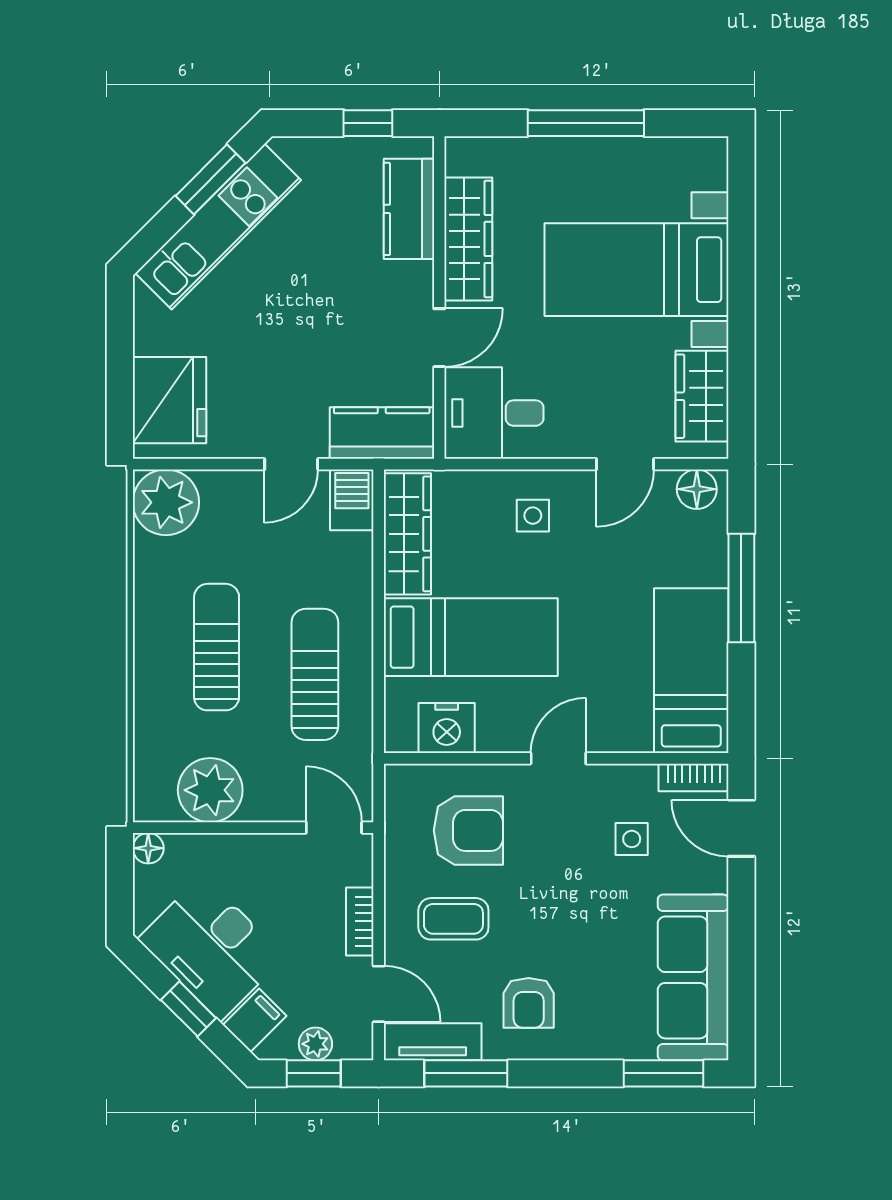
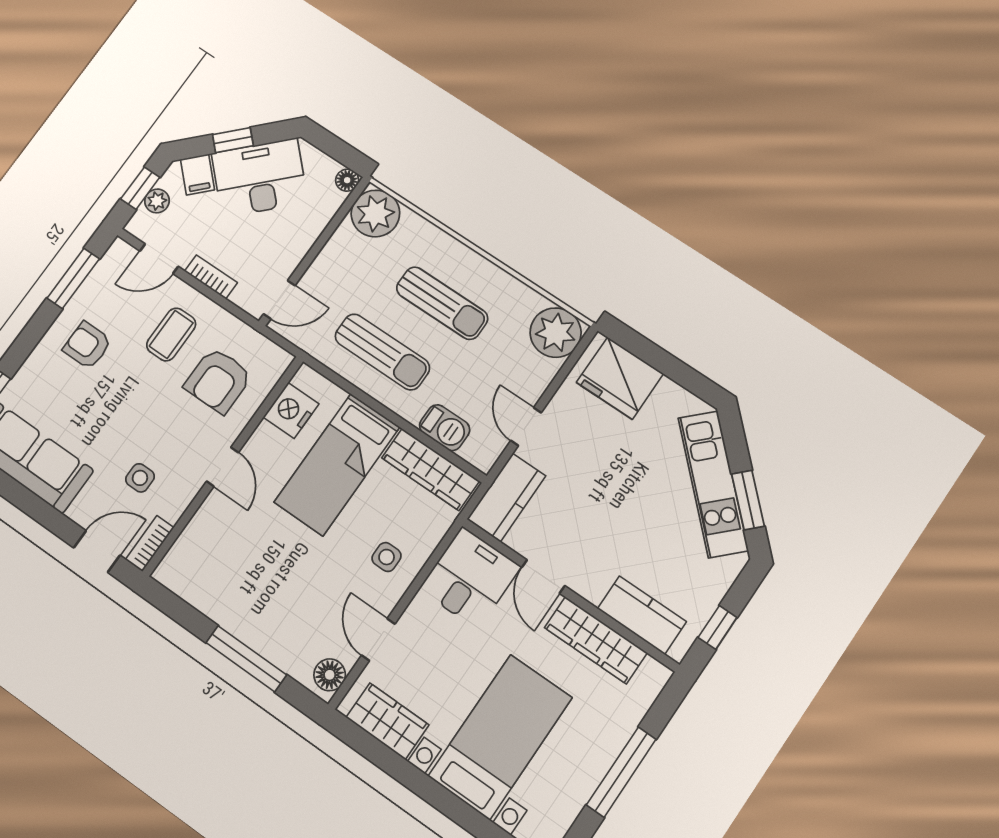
barbecue: (352, 500) -> (445, 428), moved
bed: (691, 671) -> (217, 589), removed
plant: (210, 790) -> (375, 214), moved
tv unit: (433, 1042) -> (107, 271), removed

